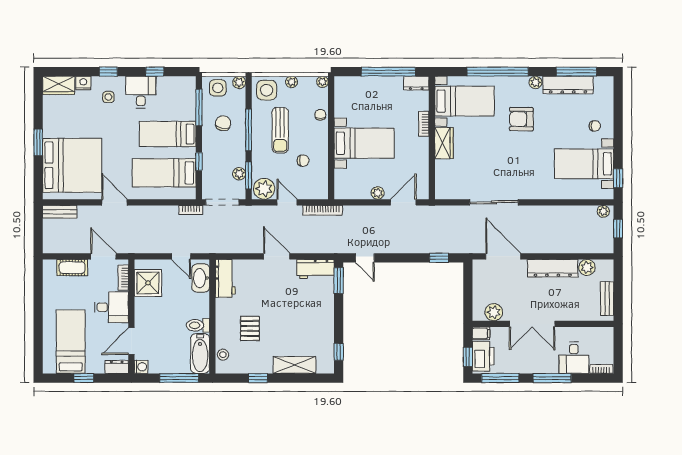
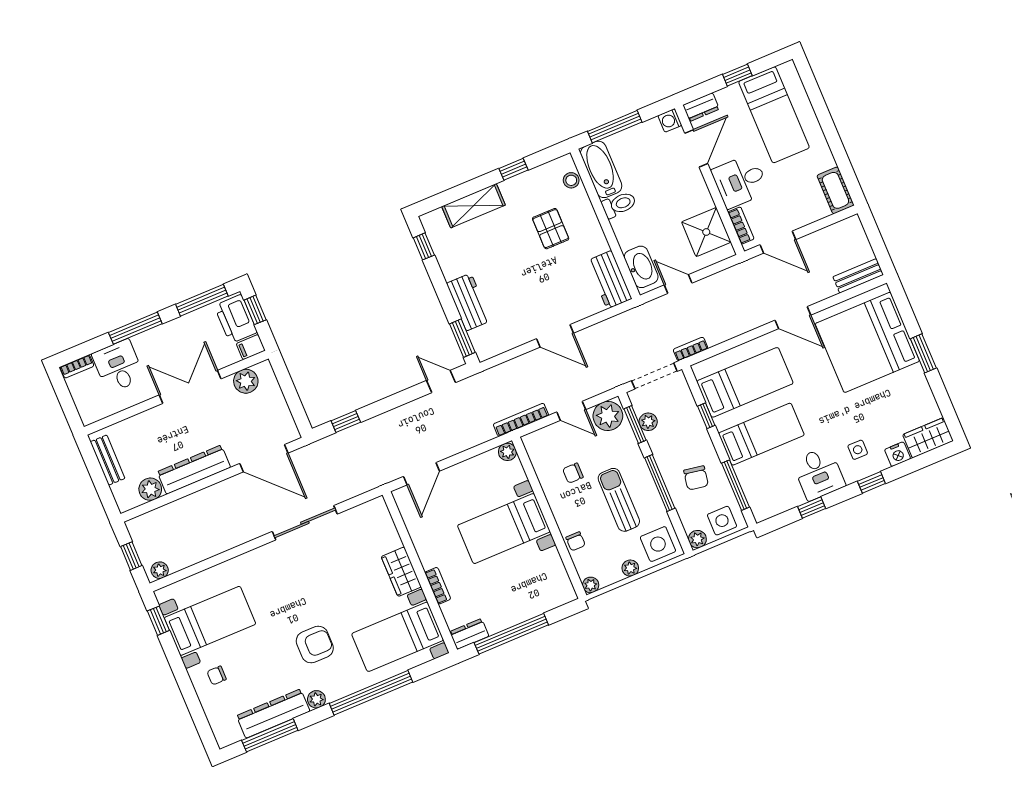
plant: (378, 193) -> (507, 452), moved
cot: (72, 268) -> (835, 190), moved, turned 90
workbench: (315, 269) -> (469, 302), moved, turned 90

